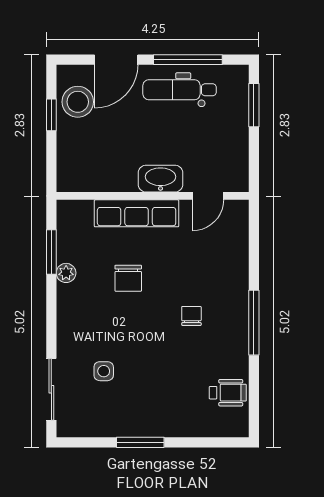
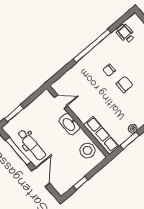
door: (116, 60) -> (41, 177), hinge flipped
stool: (78, 102) -> (87, 150), moved
row of seats: (137, 213) -> (101, 136), moved
chair: (128, 278) -> (124, 84), moved
window: (254, 323) -> (92, 46), width x1.46

